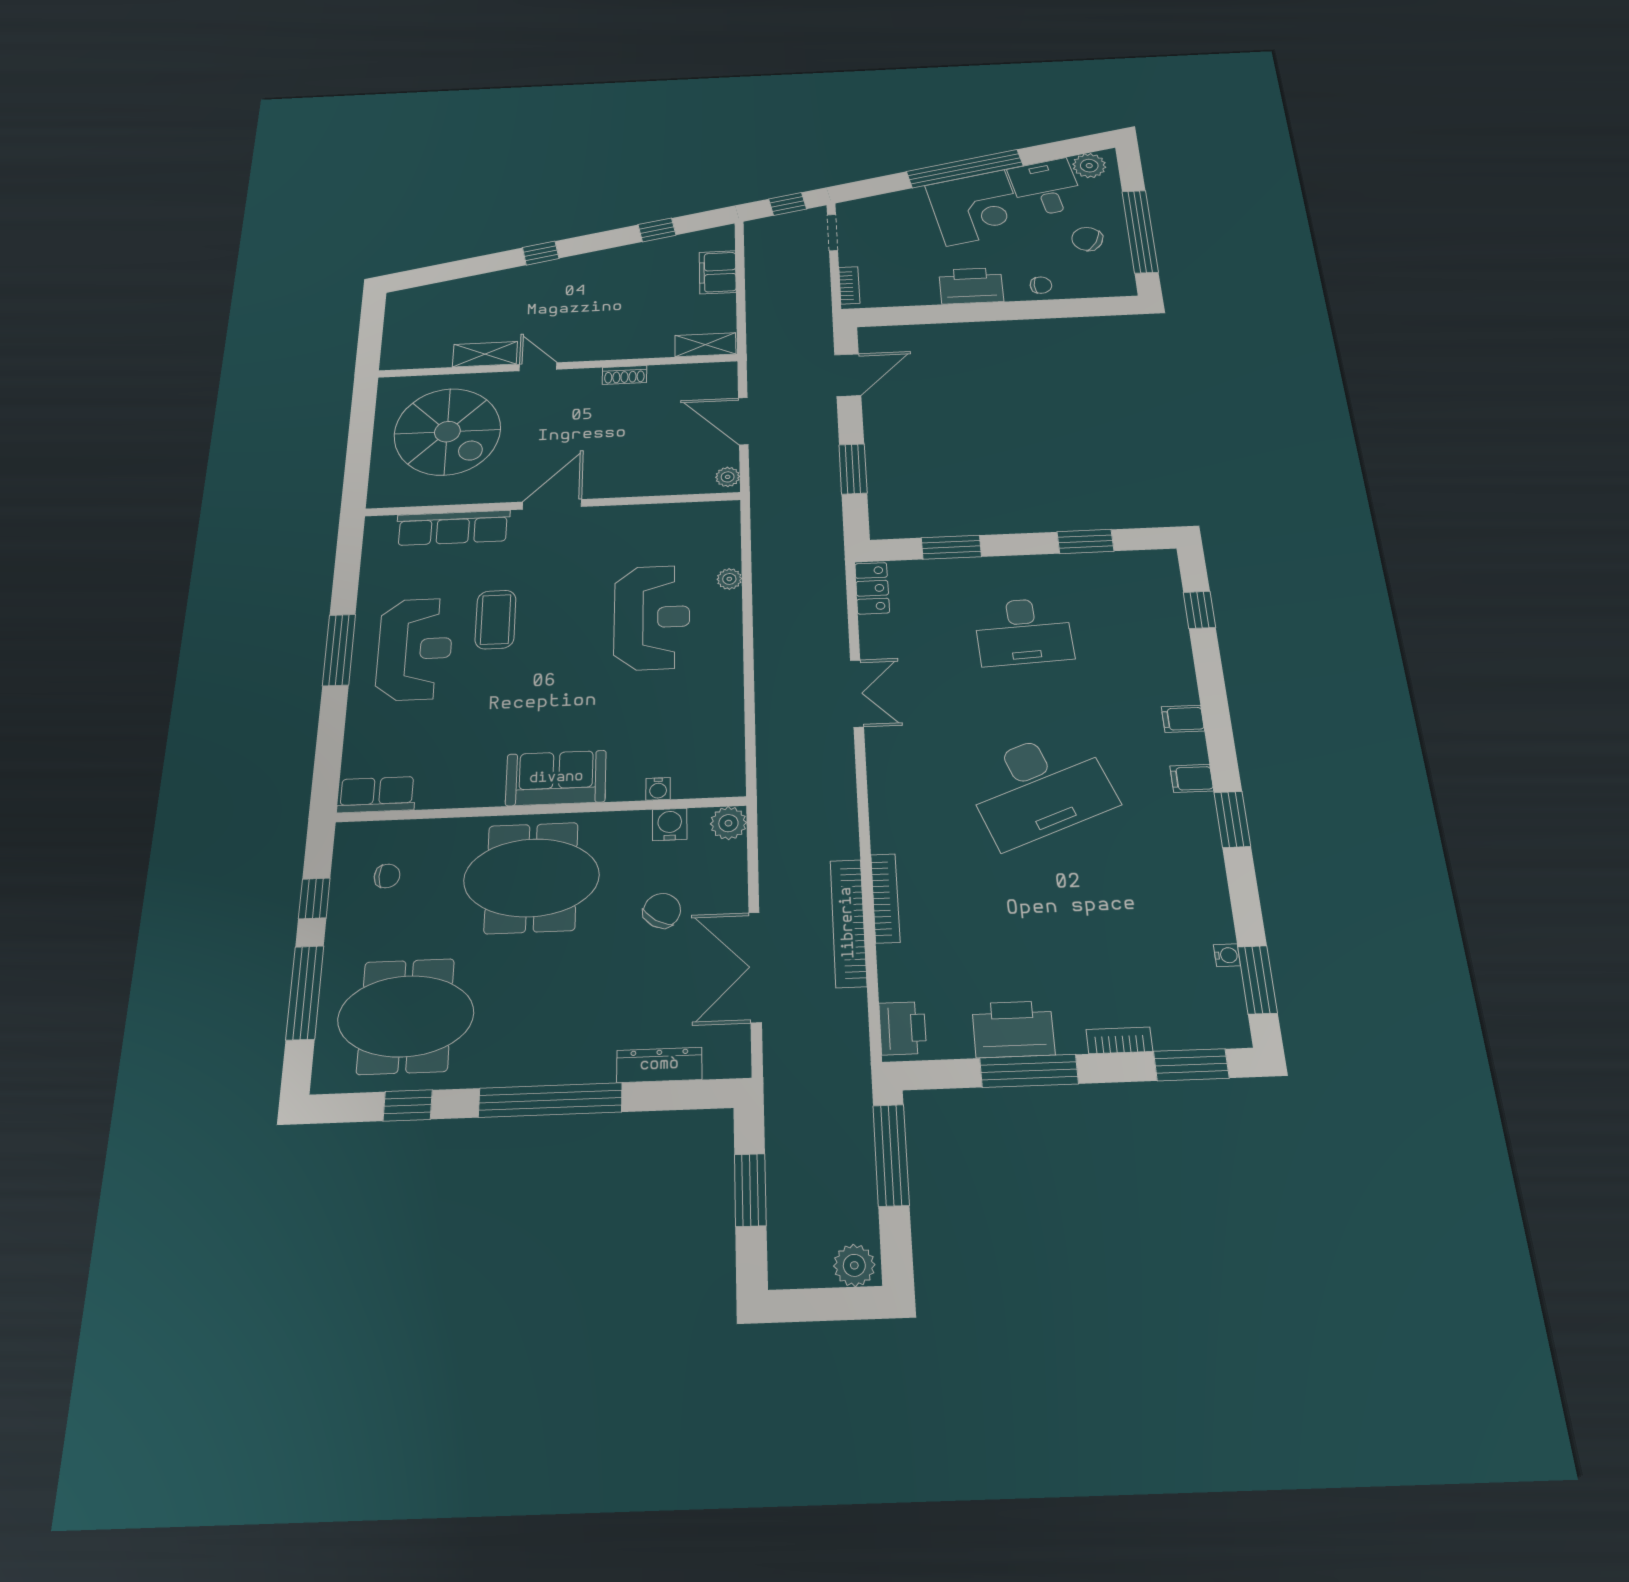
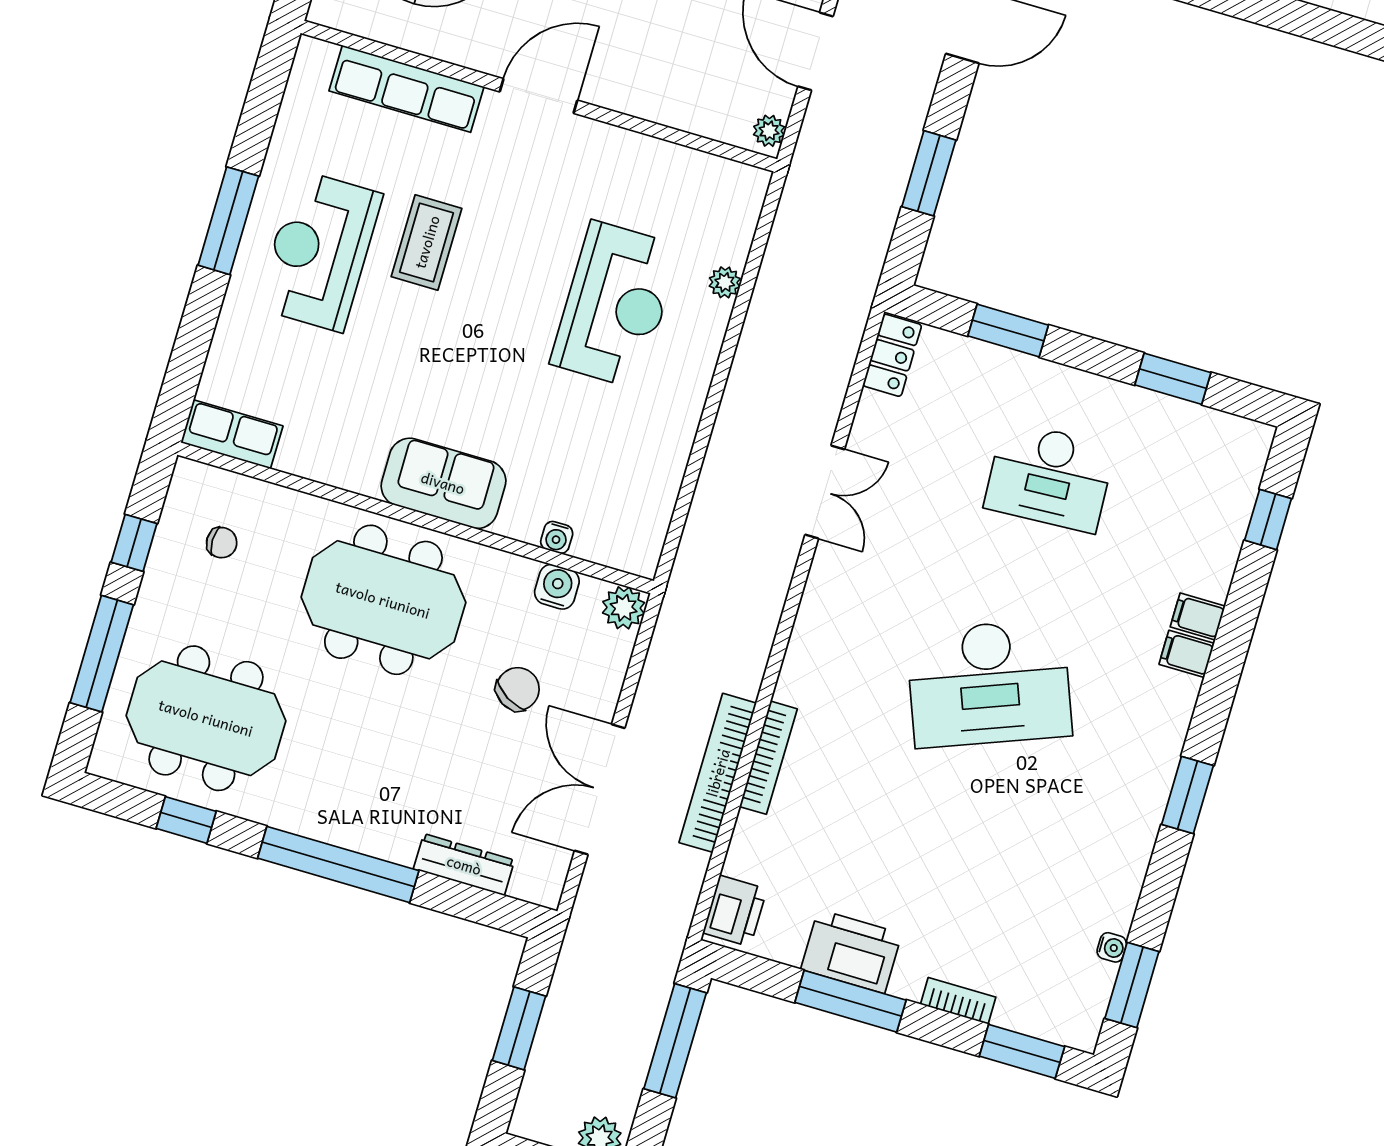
reception desk: (415, 649) -> (320, 251), turned 180
filing cabinet: (1192, 778) -> (1198, 617), moved

